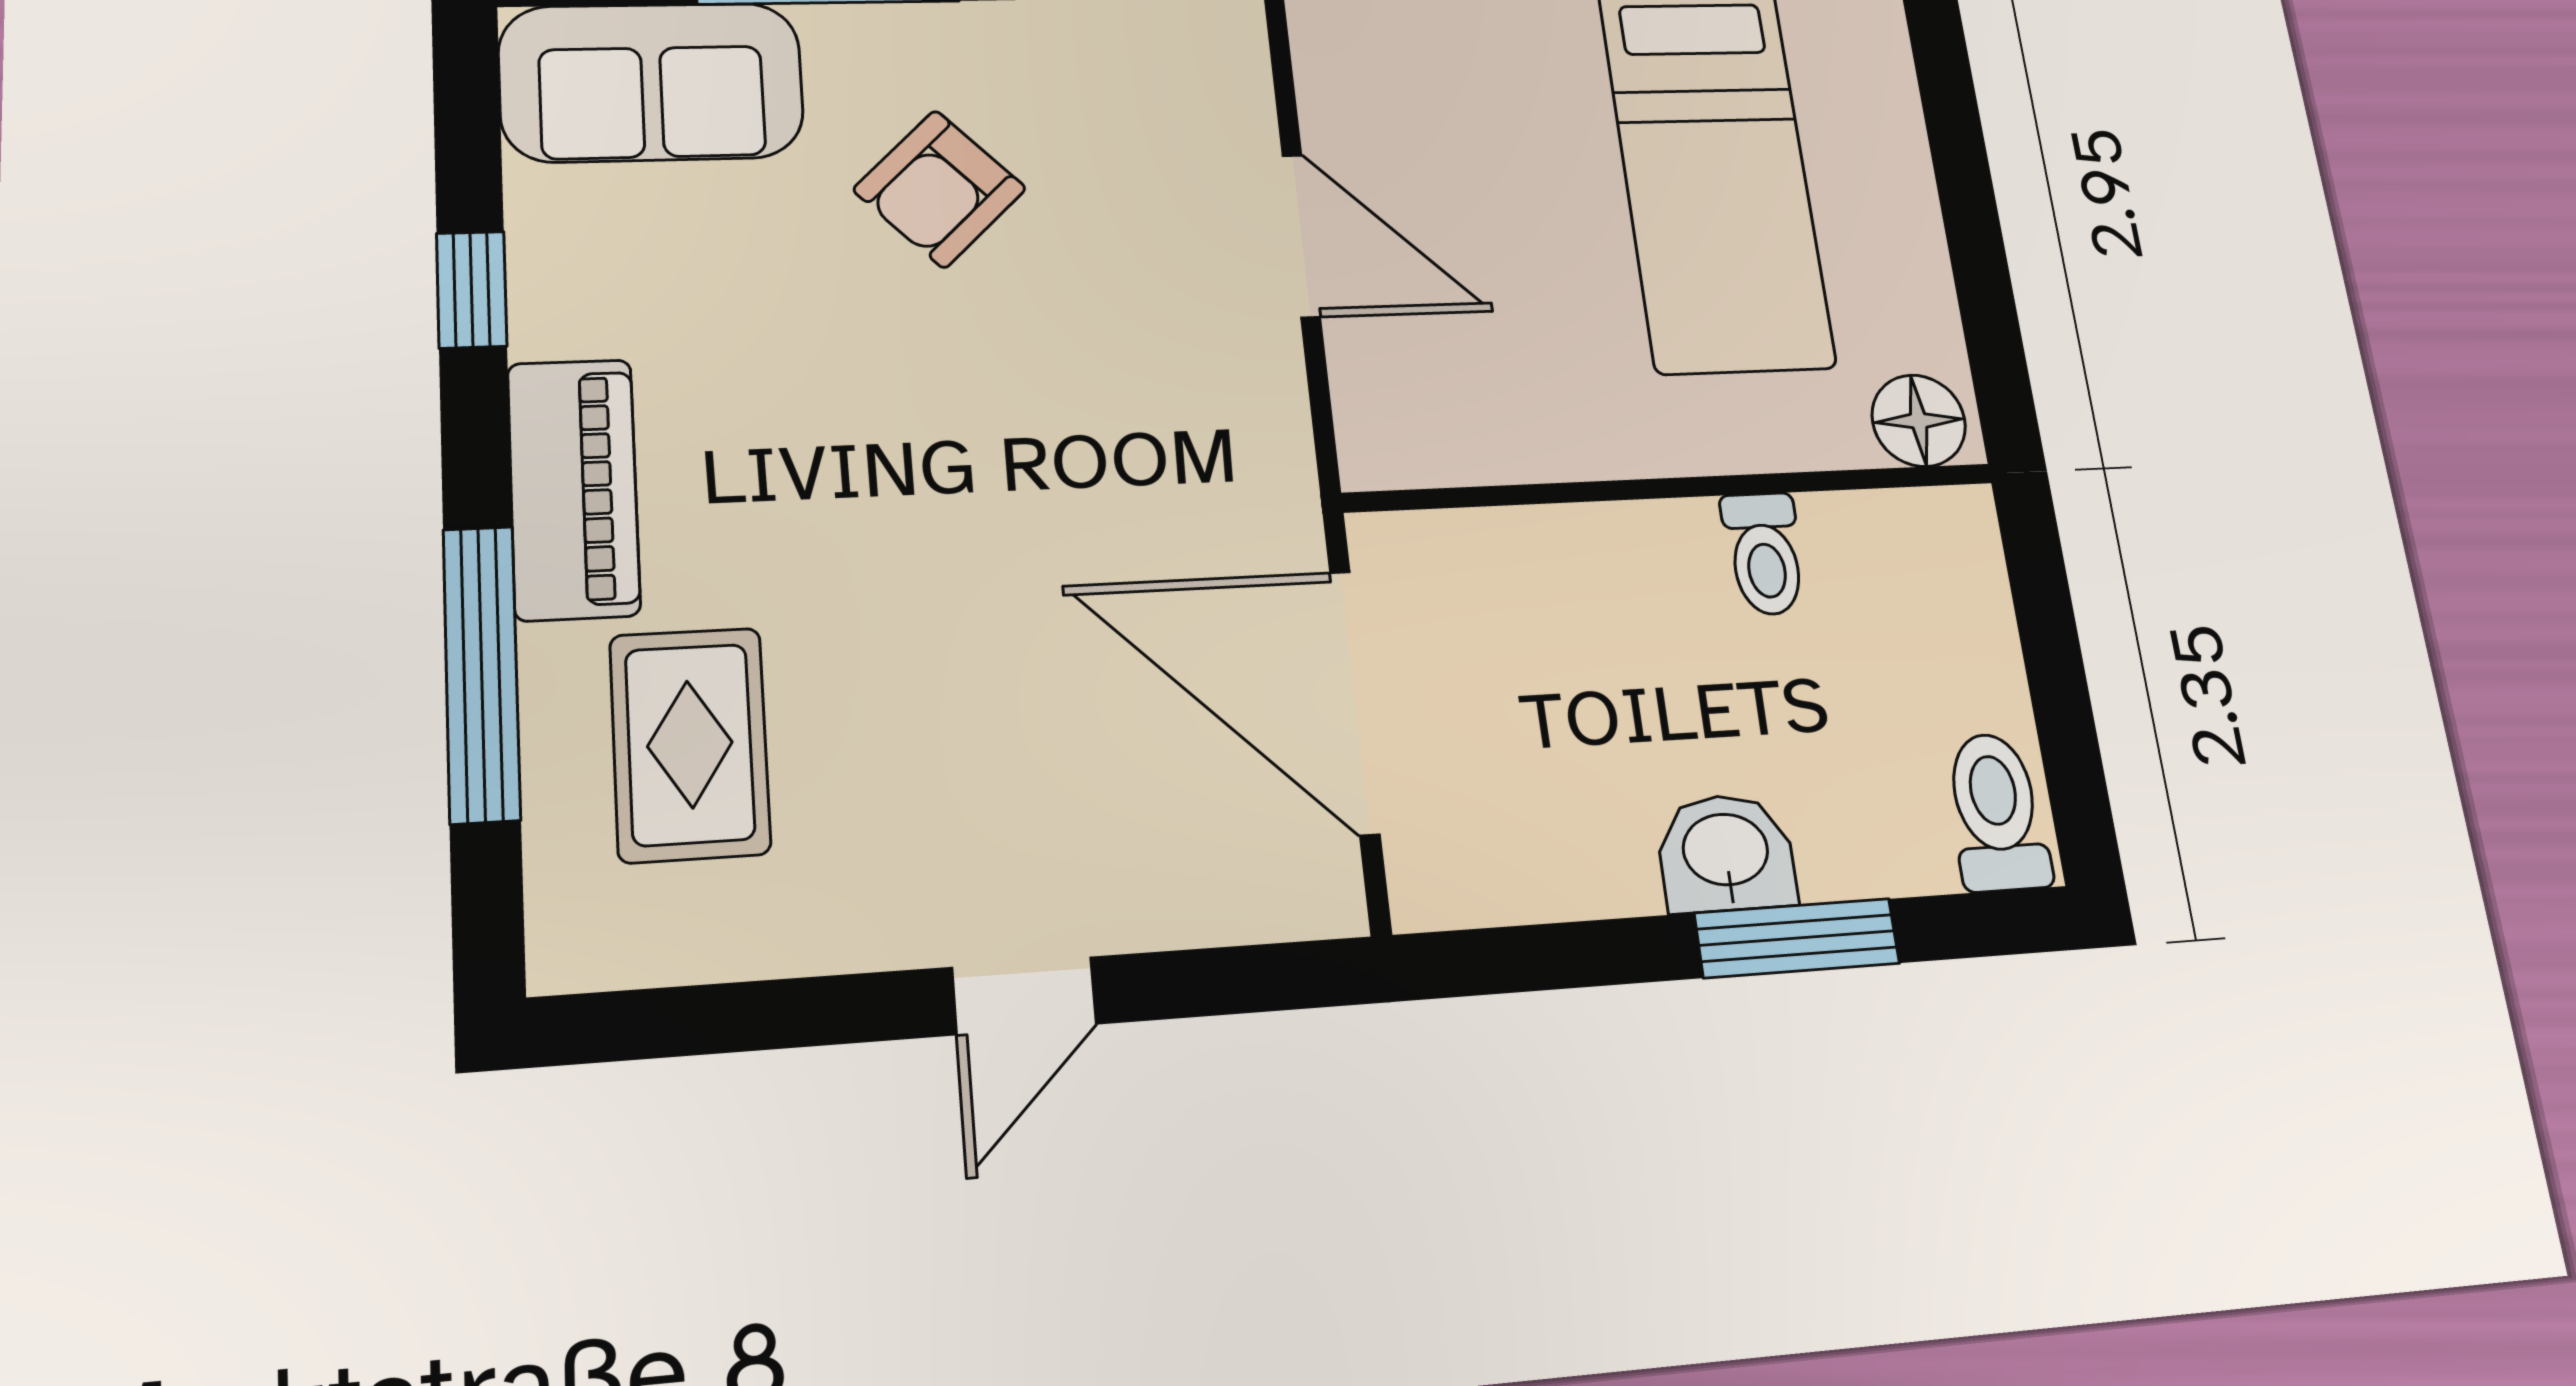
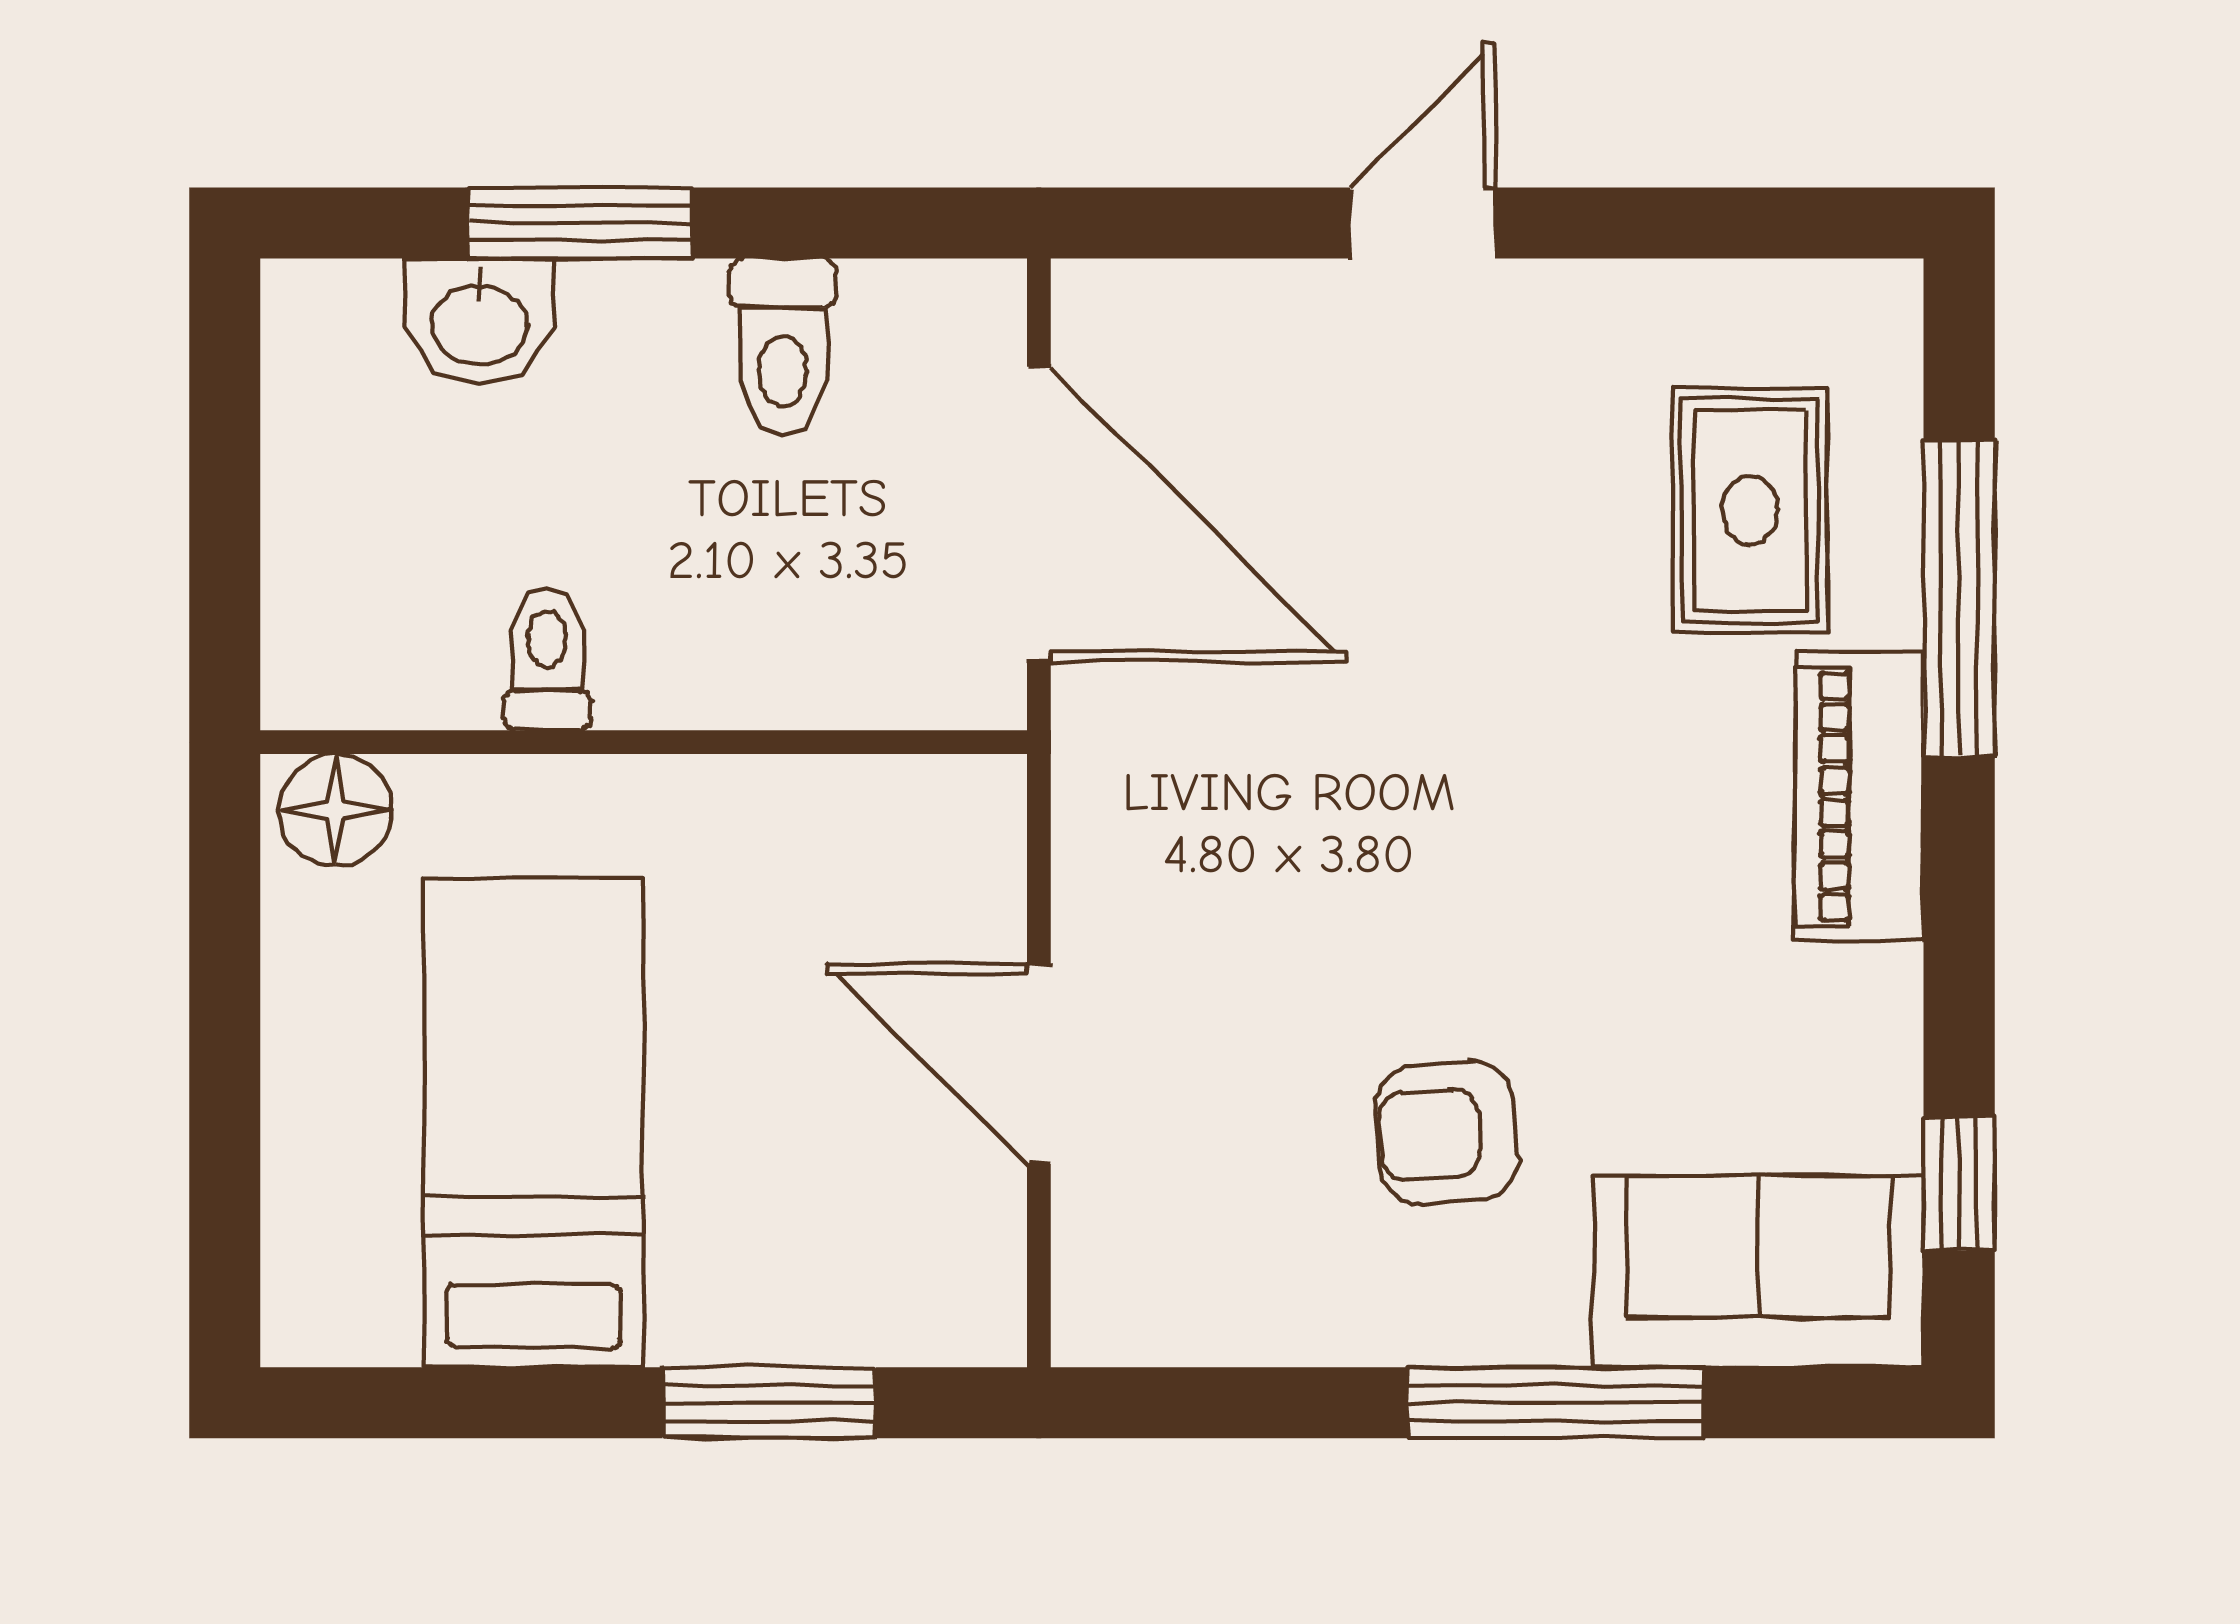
armchair: (940, 189) -> (1446, 1133), turned -141
window: (472, 290) -> (1959, 1183), moved
toilet: (1997, 812) -> (783, 347), moved
washbasin: (1726, 853) -> (479, 322), moved

